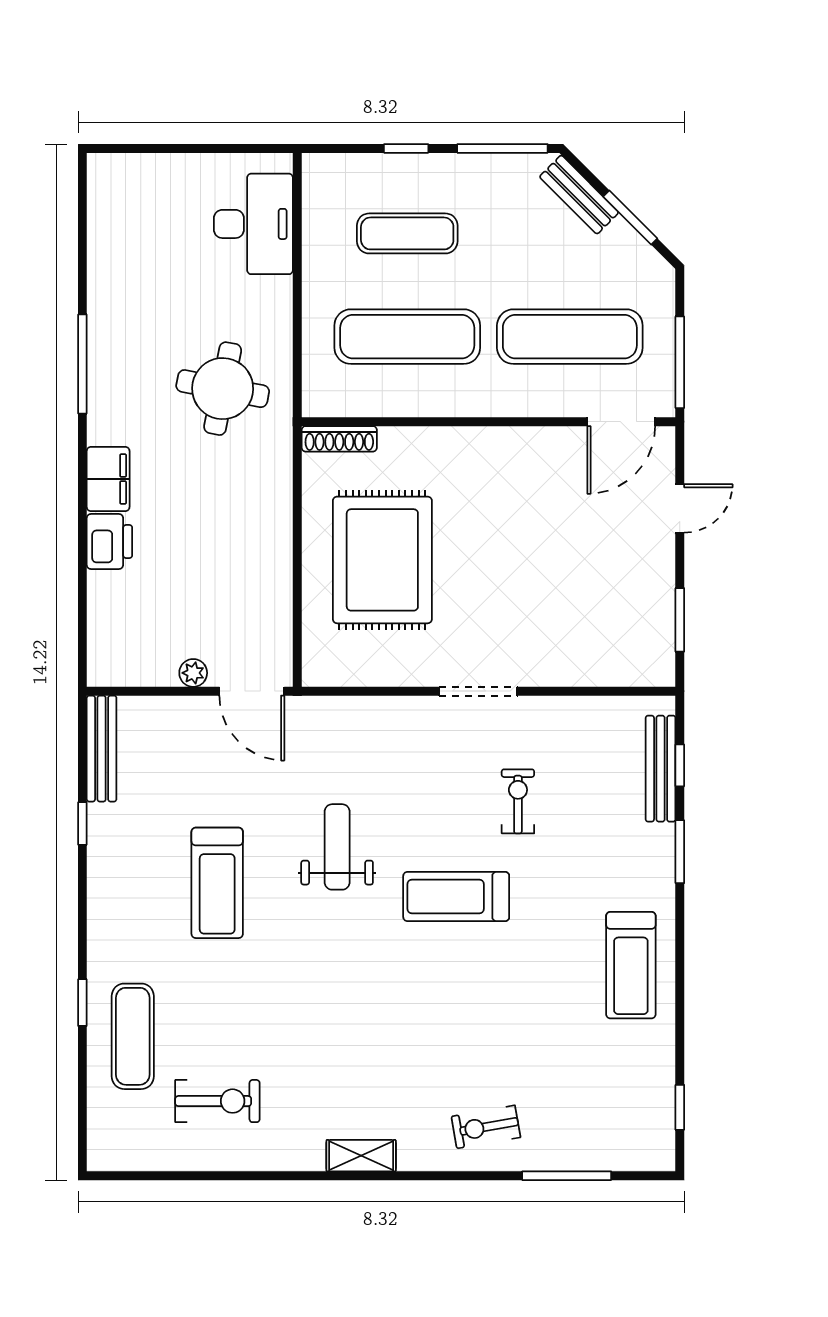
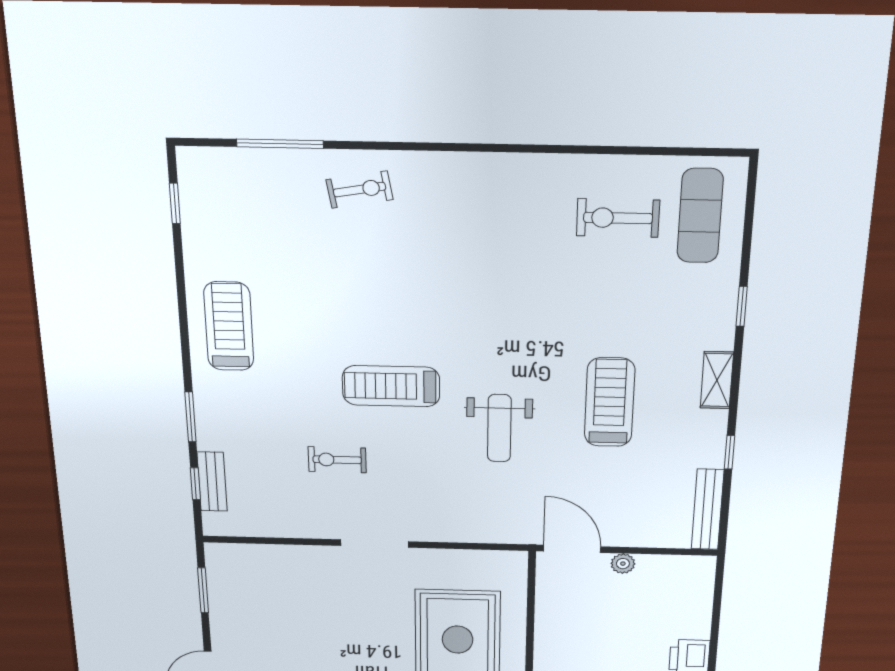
bench: (661, 769) -> (212, 482), width x0.73
exercise bike: (518, 801) -> (337, 460), turned 90
treadmill: (456, 897) -> (391, 386), turned 180
exercise mat: (133, 1036) -> (700, 216), moved
shelving: (361, 1156) -> (717, 380), moved, turned 90

